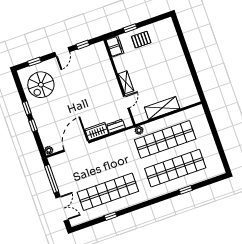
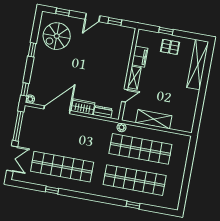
shelving: (173, 41) -> (198, 65), added
filing cabinet: (115, 46) -> (140, 57), moved
window: (33, 126) -> (25, 89), moved

